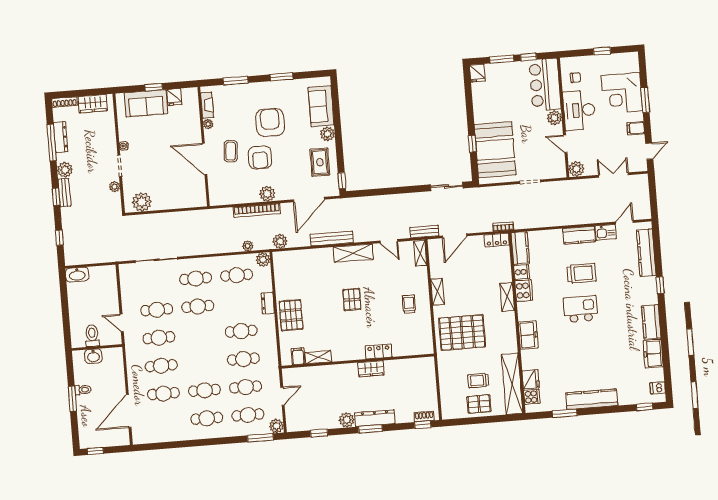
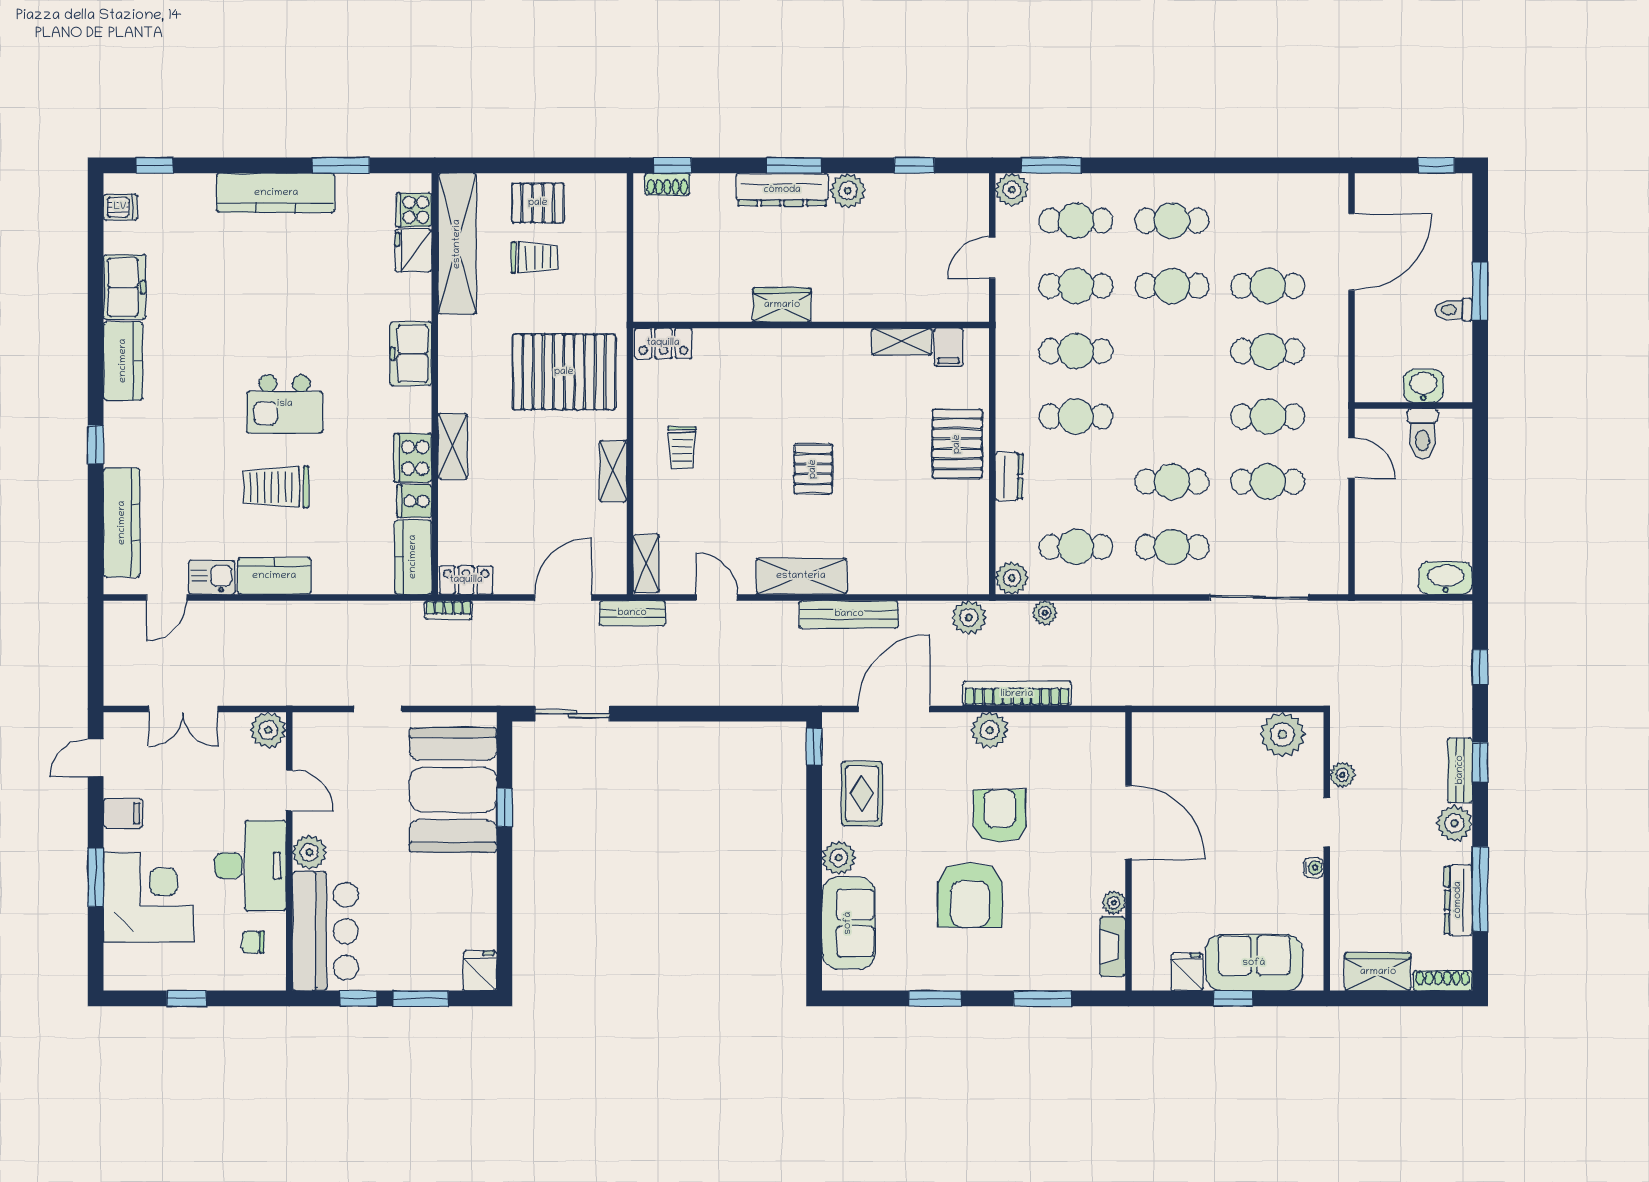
coffee table: (231, 151) -> (1067, 836), removed
locker: (379, 352) -> (663, 343), moved

